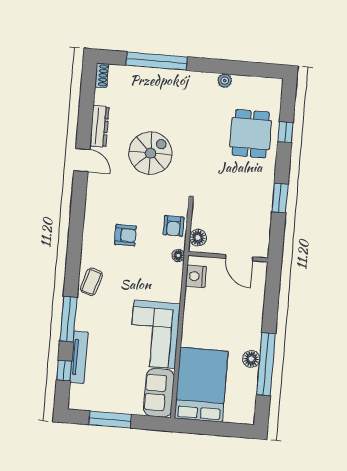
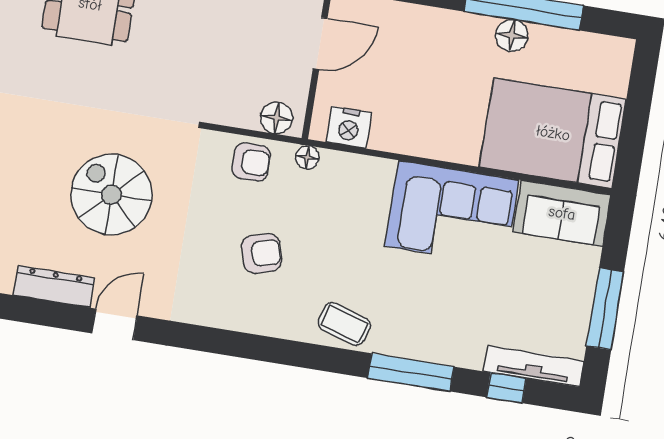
armchair: (125, 235) -> (262, 253), turned 73
tv unit: (79, 357) -> (534, 366), moved

